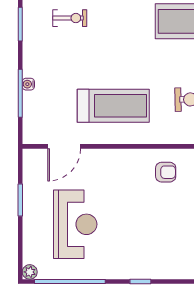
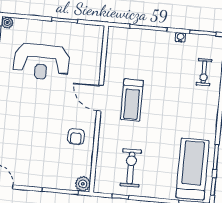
water cooler: (28, 84) -> (180, 37), moved
treadmill: (113, 106) -> (132, 100), width x0.73, depth x0.73
door: (64, 146) -> (100, 98), moved

